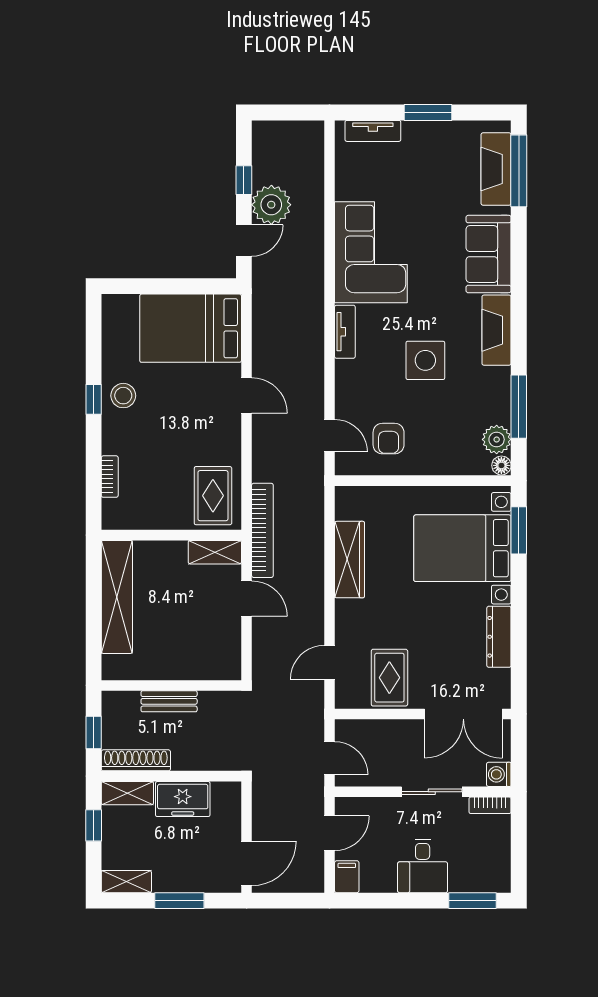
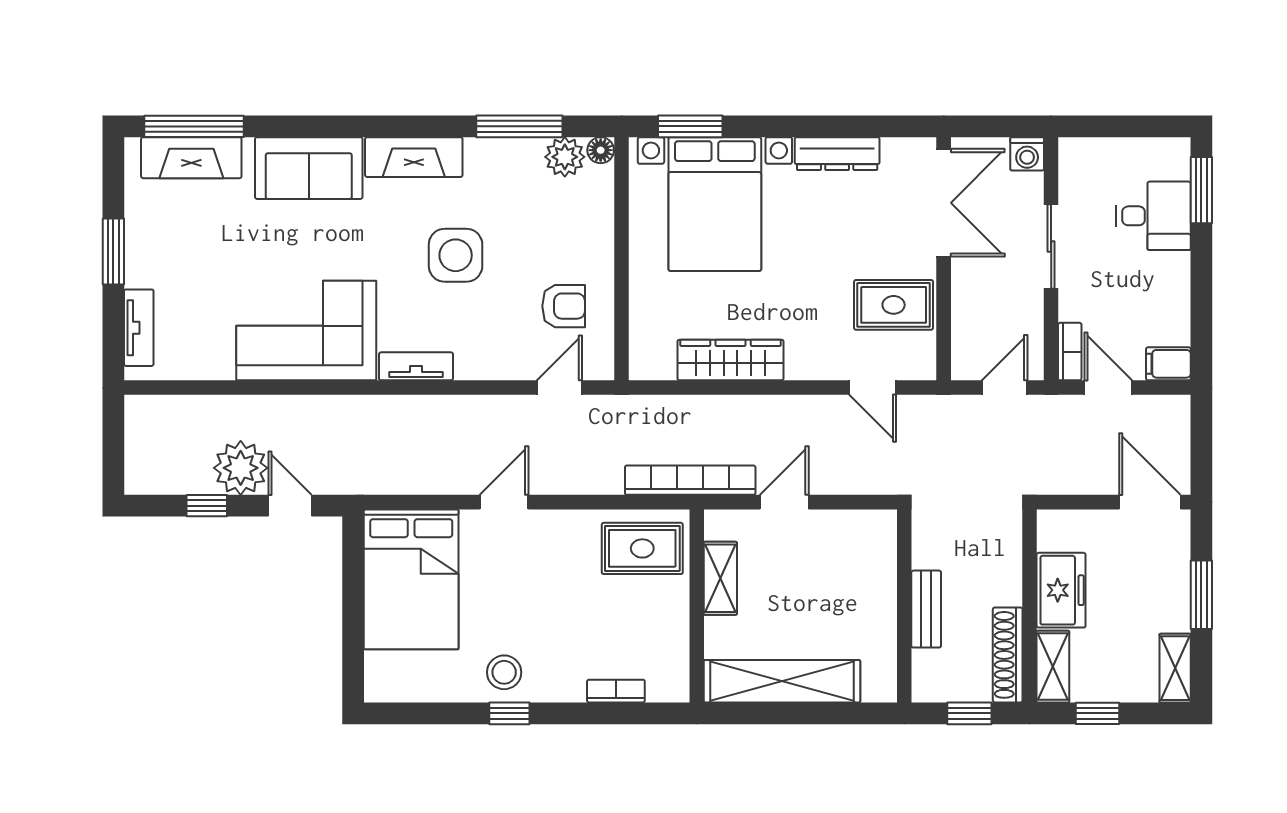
shelving: (215, 552) -> (720, 578), moved
bookcase: (490, 805) -> (1070, 352), moved
desk: (423, 866) -> (1154, 216), moved

